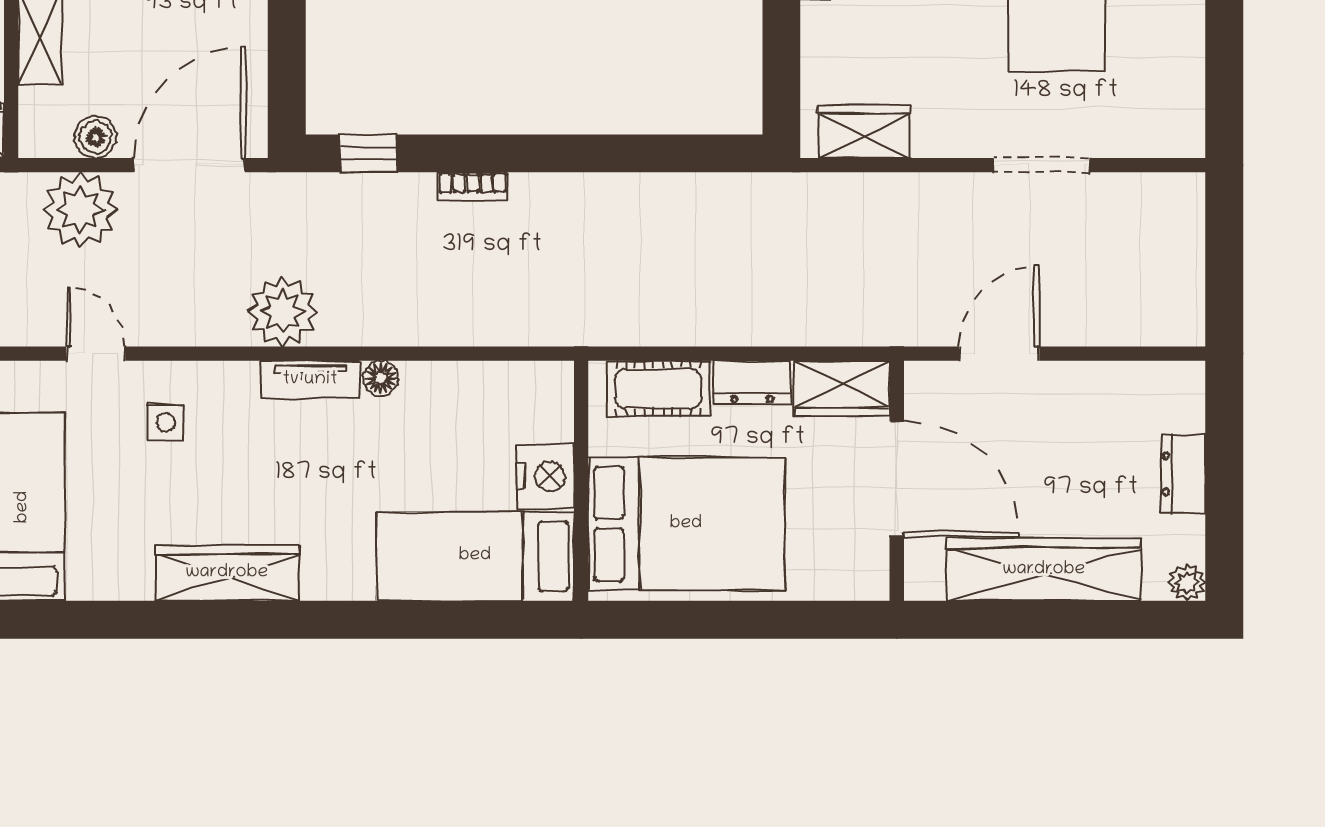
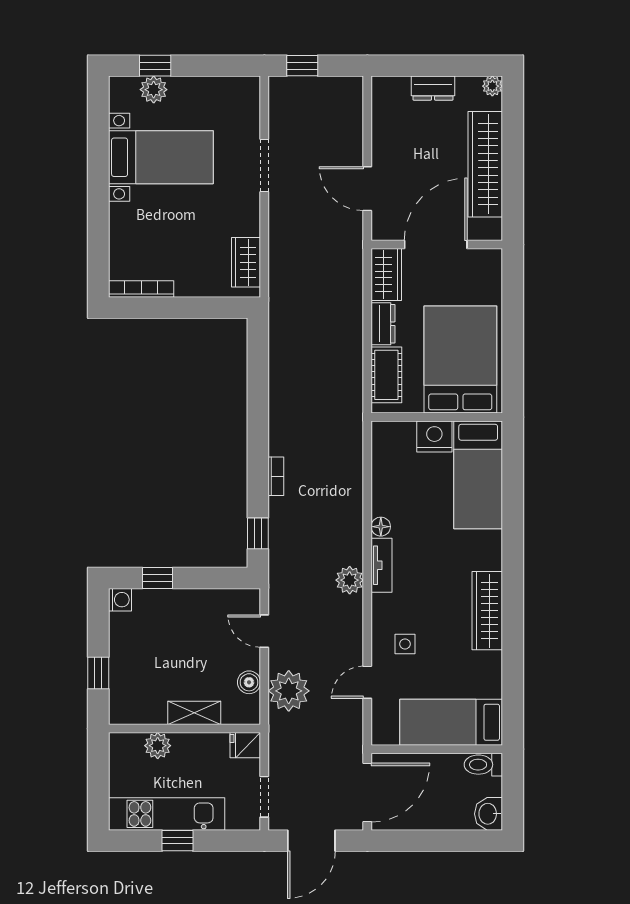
door: (189, 165) -> (264, 631), width x0.53
window: (1224, 234) -> (302, 66), added
plant: (283, 312) -> (350, 580), width x0.73, depth x0.73

